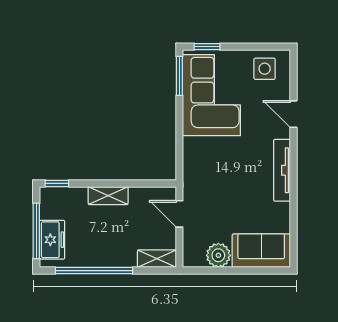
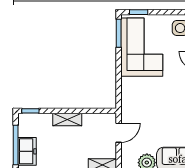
door: (179, 214) -> (119, 133), swing flipped

